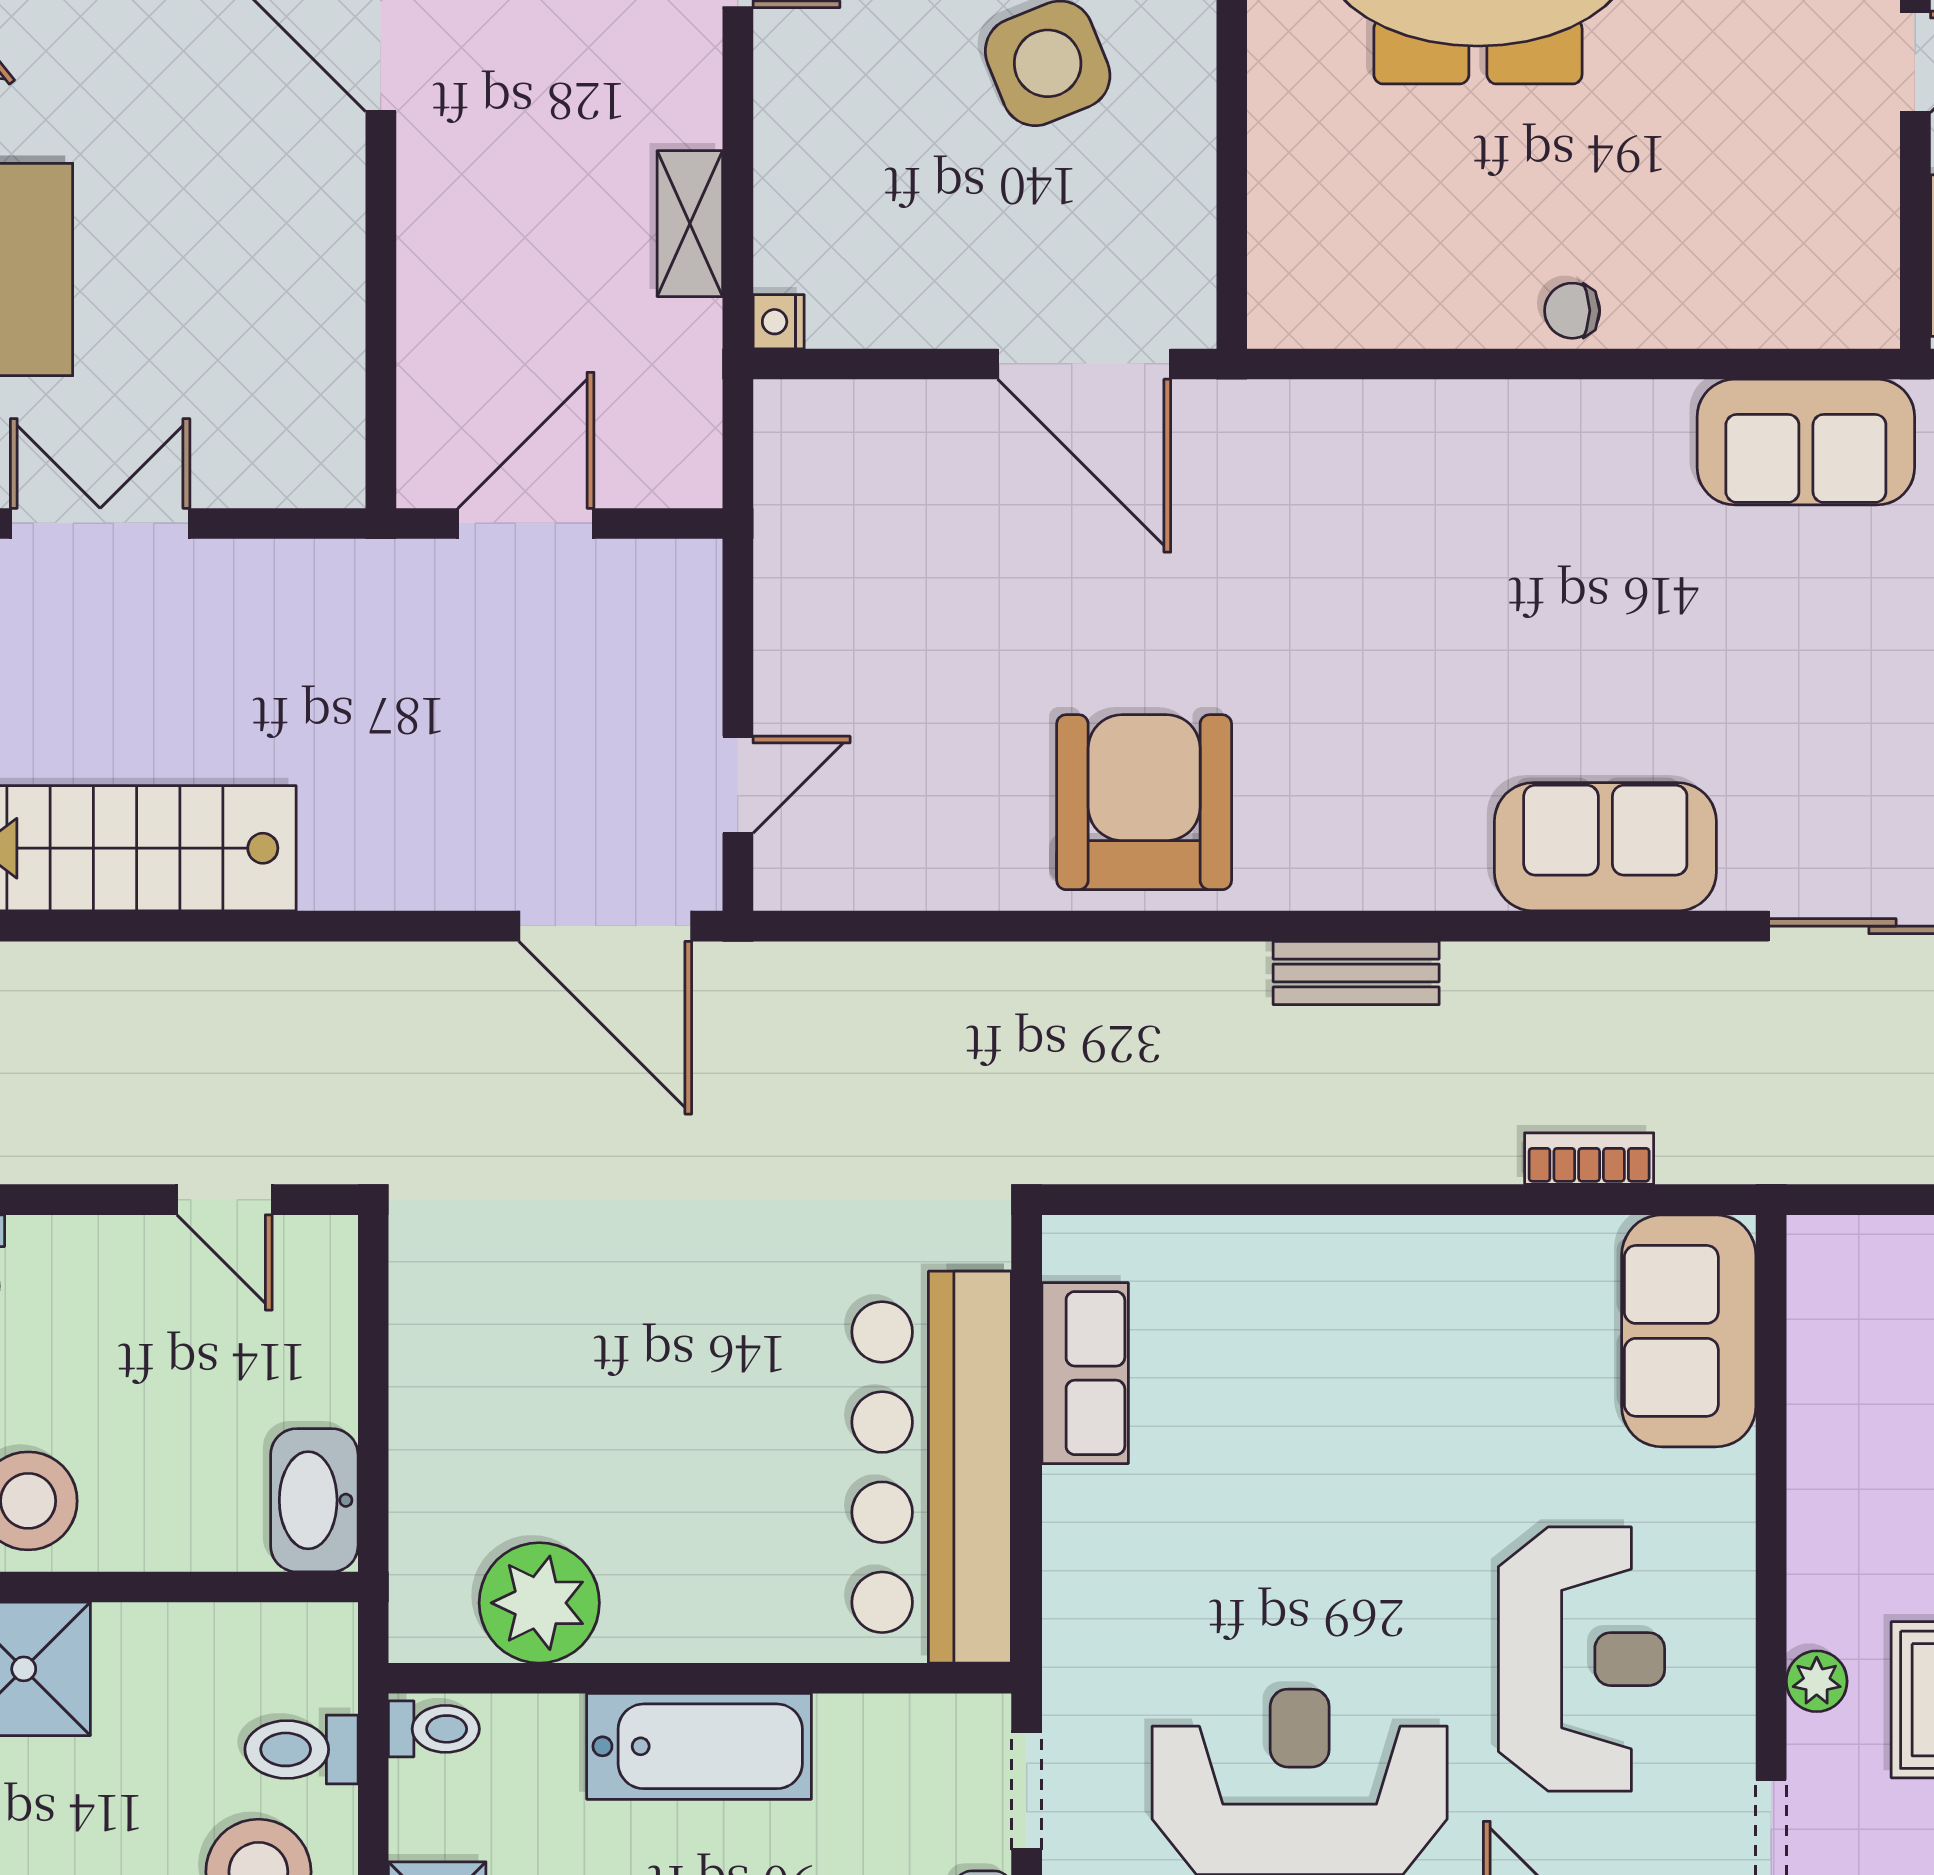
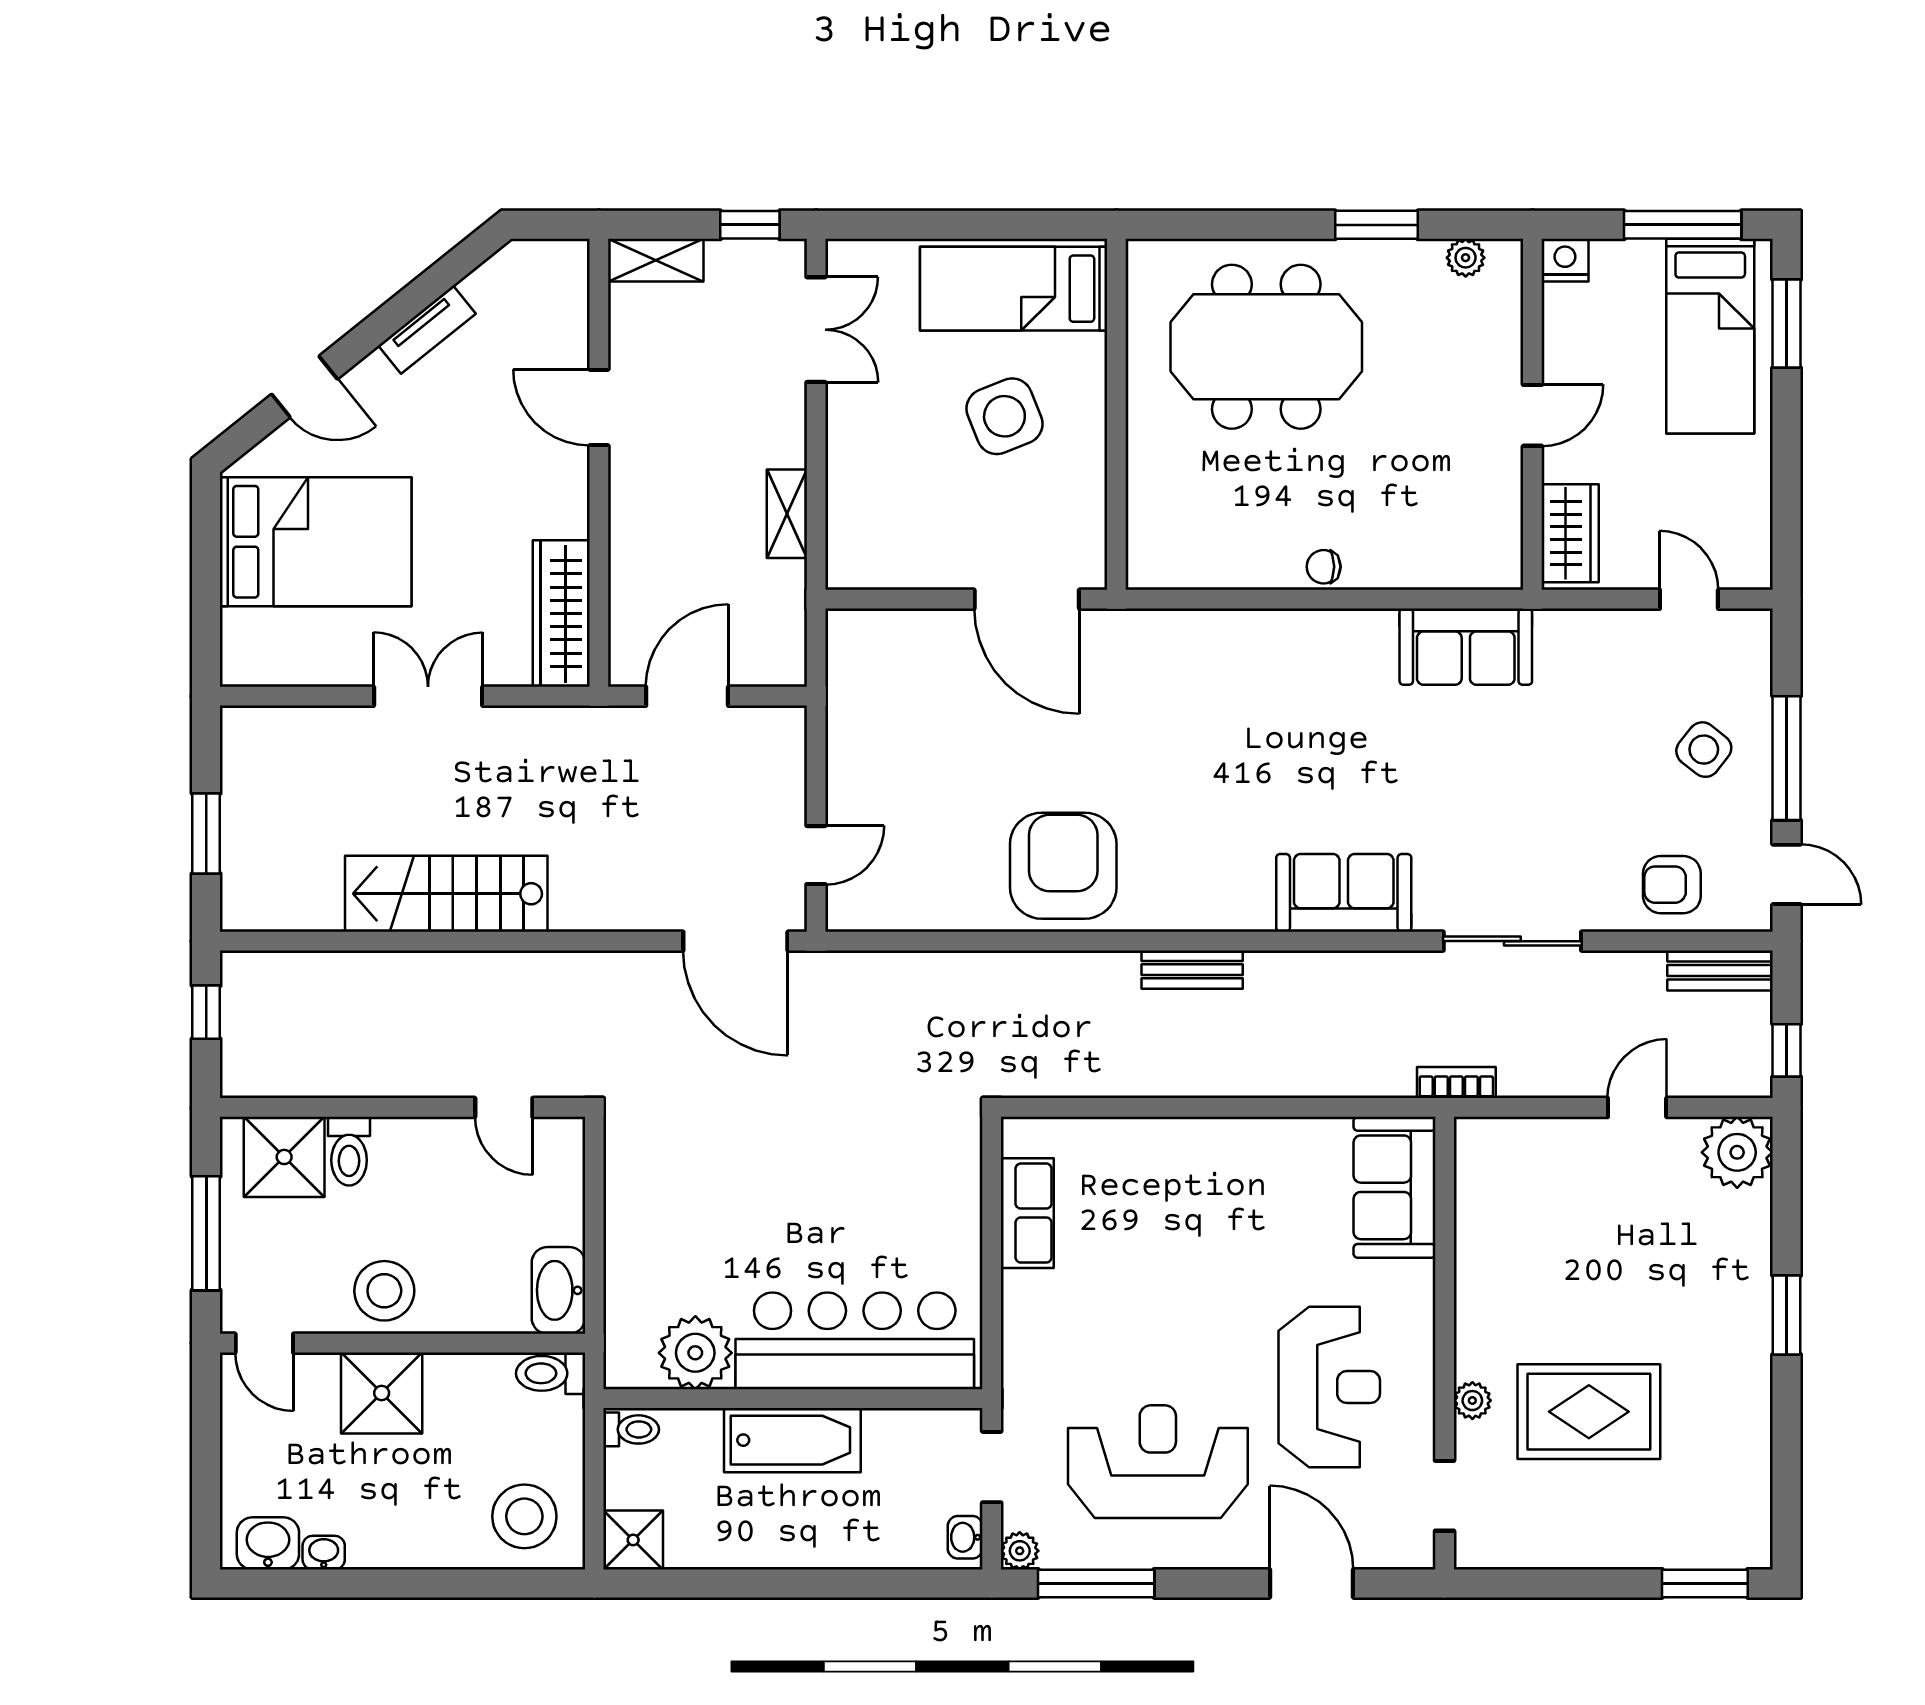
nightstand: (779, 322) -> (841, 573), removed
wardrobe: (319, 388) -> (561, 614), added
bookcase: (1589, 1159) -> (1456, 1083), moved
bar counter: (932, 1467) -> (855, 1341), moved, turned 90
toilet: (301, 1749) -> (551, 1373), moved

